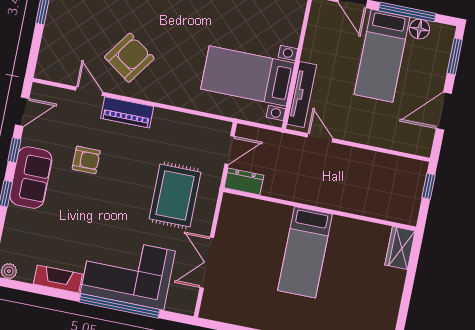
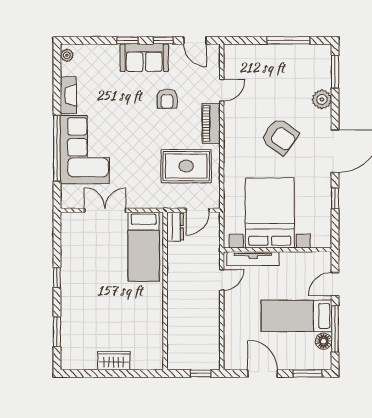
armchair: (129, 58) -> (280, 136), moved
bed with nightstands: (248, 76) -> (270, 213), width x1.36
door: (229, 150) -> (198, 210), hinge flipped
rug: (175, 196) -> (186, 166), moved
wardrobe: (400, 248) -> (114, 361), moved
bed: (305, 252) -> (144, 247), moved, turned -90

